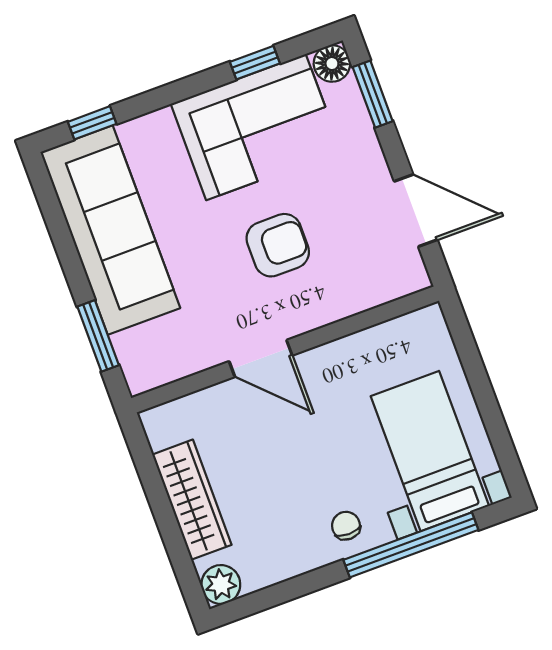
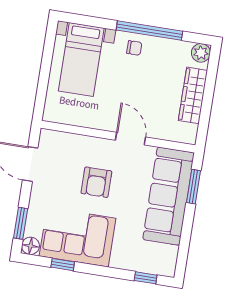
sofa: (110, 230) -> (169, 196), moved
armchair: (278, 245) -> (96, 182), turned -90
chair: (346, 526) -> (134, 48), turned -90
window: (411, 545) -> (149, 31), moved

